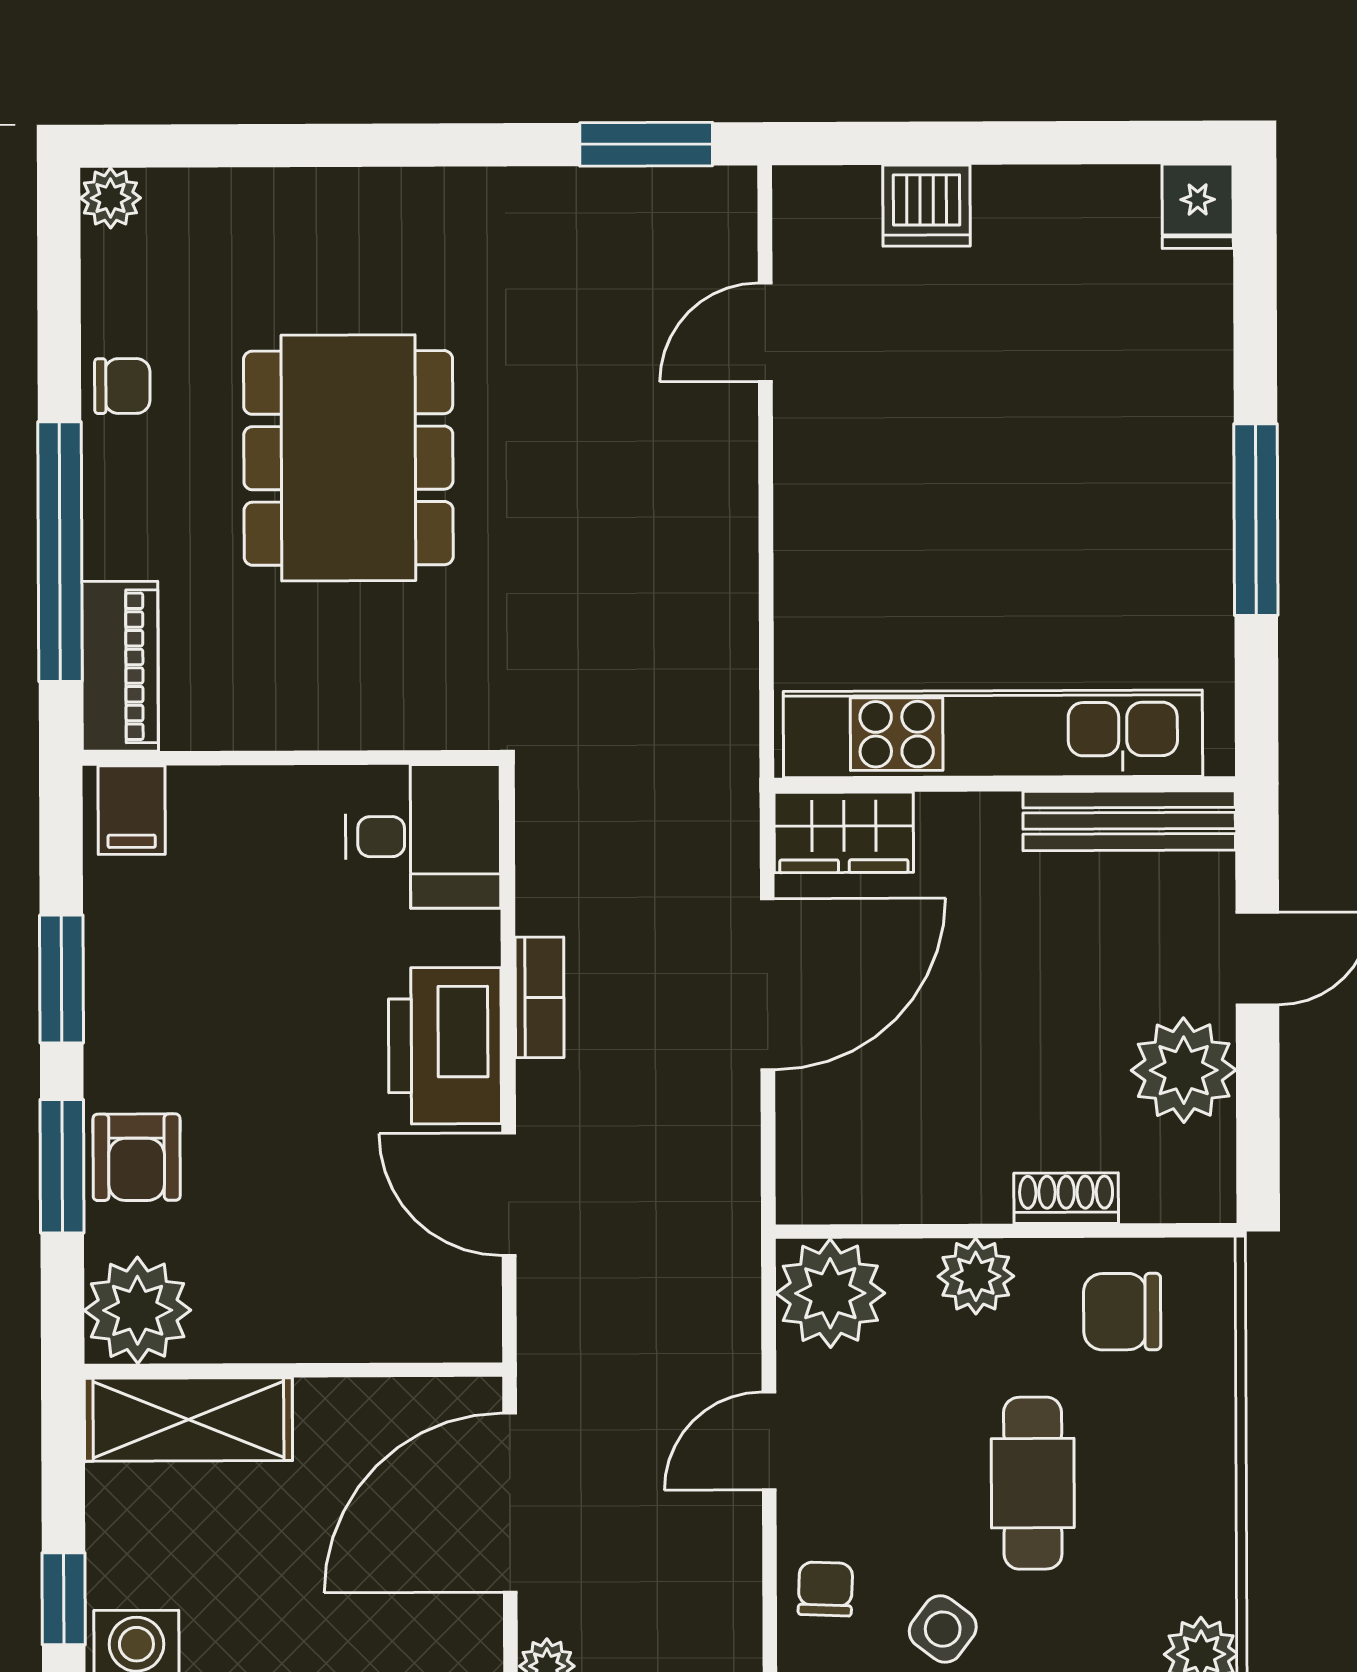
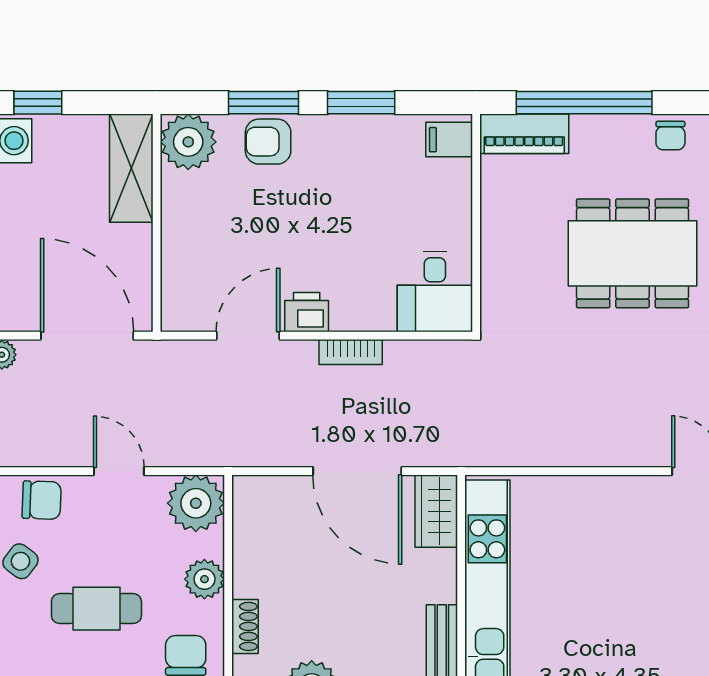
printer: (445, 1046) -> (307, 312), width x0.53, depth x0.68
chair: (825, 1589) -> (42, 500), width x1.37, depth x1.37

